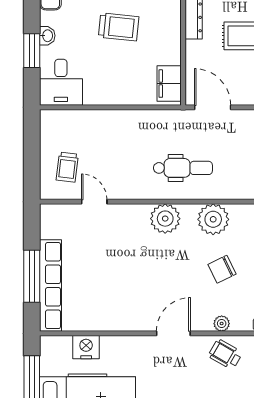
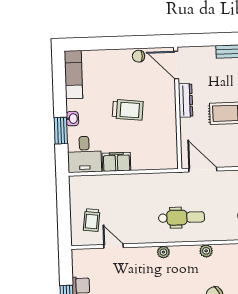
filing cabinet: (169, 84) -> (116, 162), moved, turned 90
plant: (165, 219) -> (163, 252), width x0.53, depth x0.53
plant: (213, 219) -> (206, 251), width x0.53, depth x0.53

